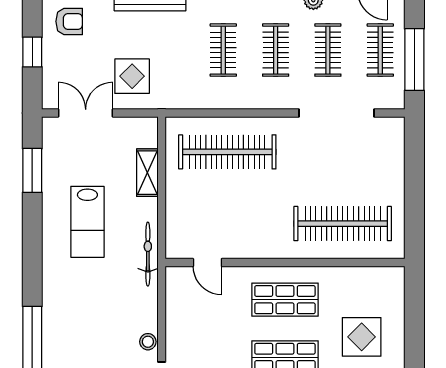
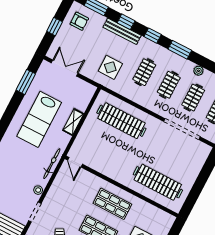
display table: (132, 76) -> (110, 67), moved
shelving: (147, 173) -> (73, 122), moved
lab bench: (87, 222) -> (39, 119), width x1.36, depth x1.39
bicycle: (148, 254) -> (52, 164), moved
door: (207, 262) -> (75, 162), moved

